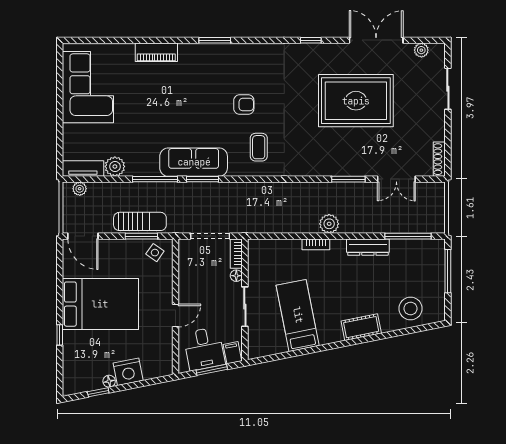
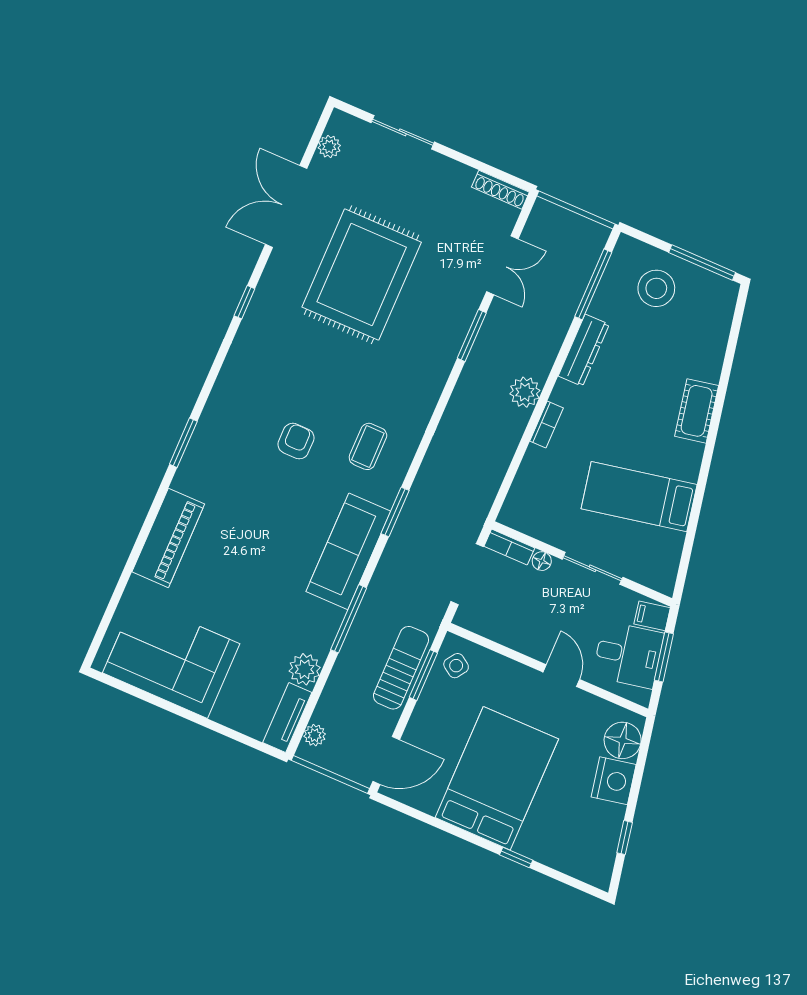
piano: (156, 52) -> (168, 538), width x1.37, depth x1.33
coffee table: (259, 147) -> (368, 446), turned 90
window: (202, 179) -> (395, 512), moved
window: (448, 271) -> (702, 262), moved
stool: (411, 309) -> (656, 288), moved
floor lamp: (109, 381) -> (623, 740), moved, width x1.89, depth x1.89

